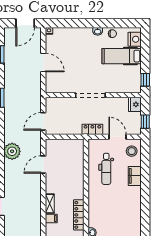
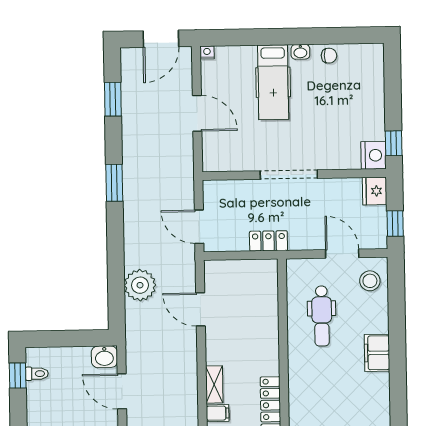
nightstand: (135, 39) -> (374, 155), moved
hospital bed: (122, 56) -> (273, 82), moved, turned -90
door: (43, 121) -> (199, 227), hinge flipped
locker: (92, 129) -> (268, 241), moved
door: (43, 164) -> (201, 309), hinge flipped
filing cabinet: (135, 176) -> (377, 353), moved

